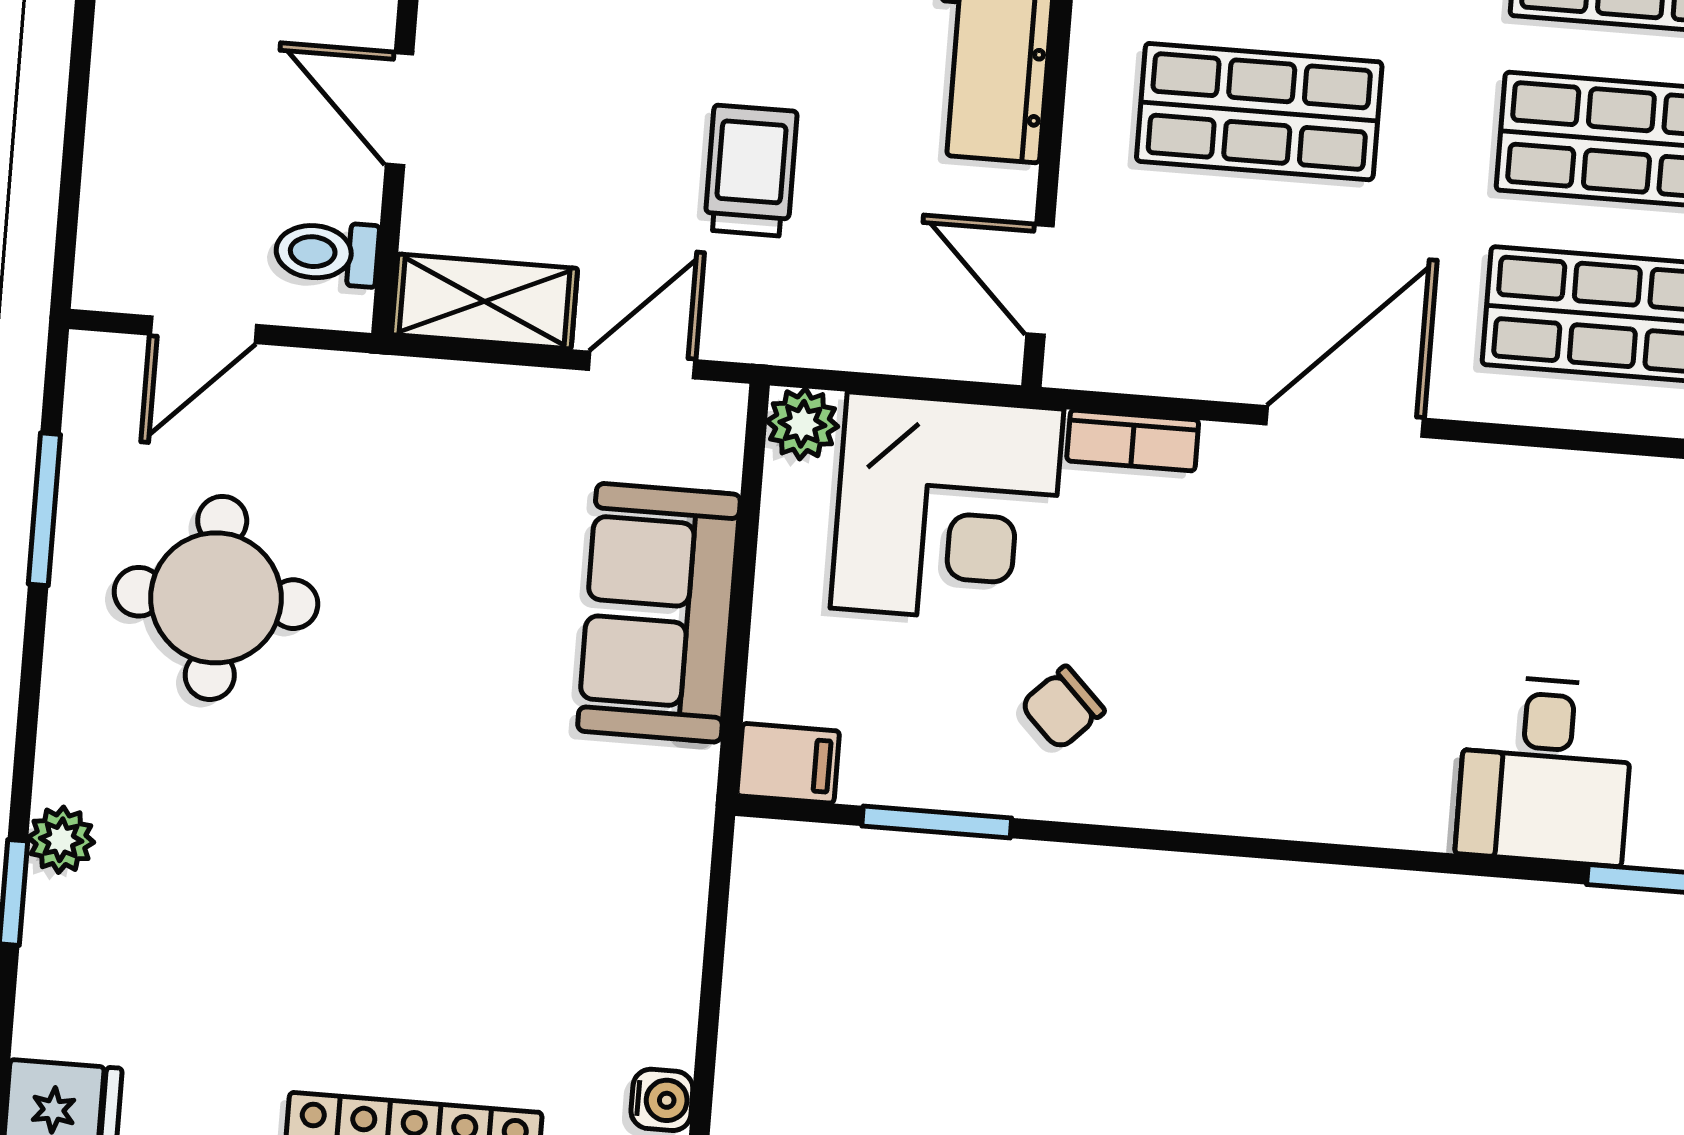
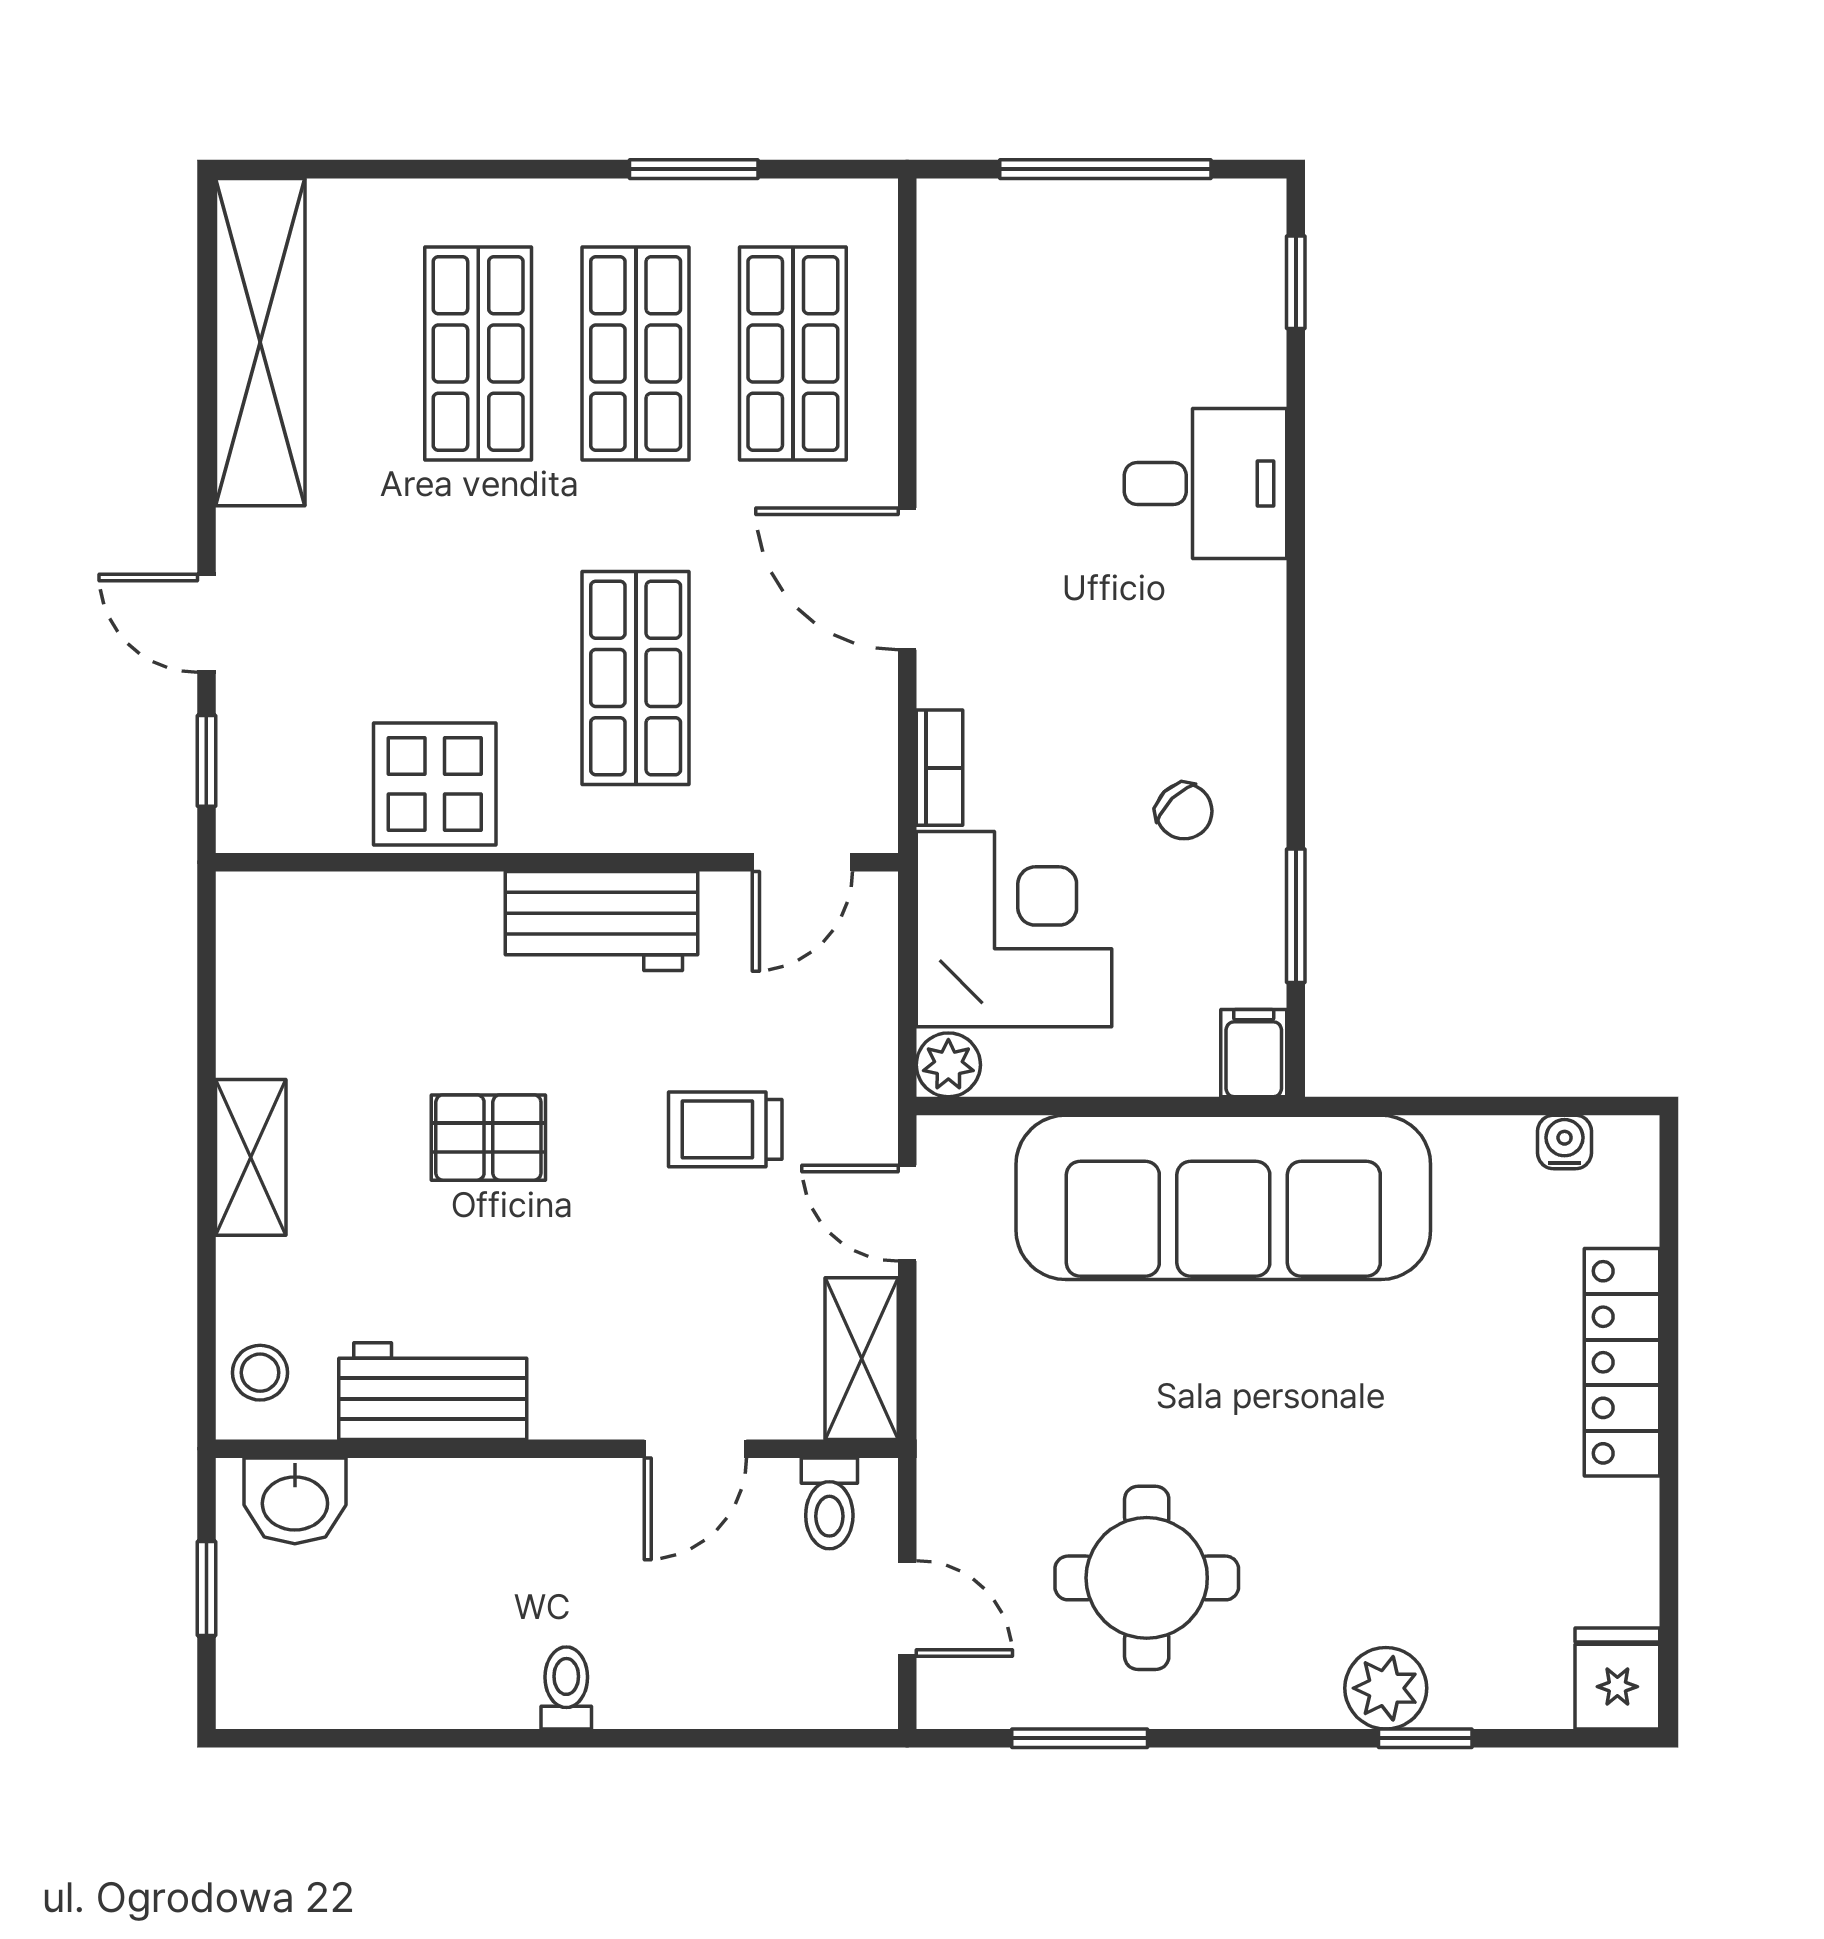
sofa: (659, 613) -> (1223, 1197), width x1.85, depth x1.27
desk: (1545, 770) -> (1206, 484), moved
plant: (61, 840) -> (1386, 1688), width x1.38, depth x1.38

